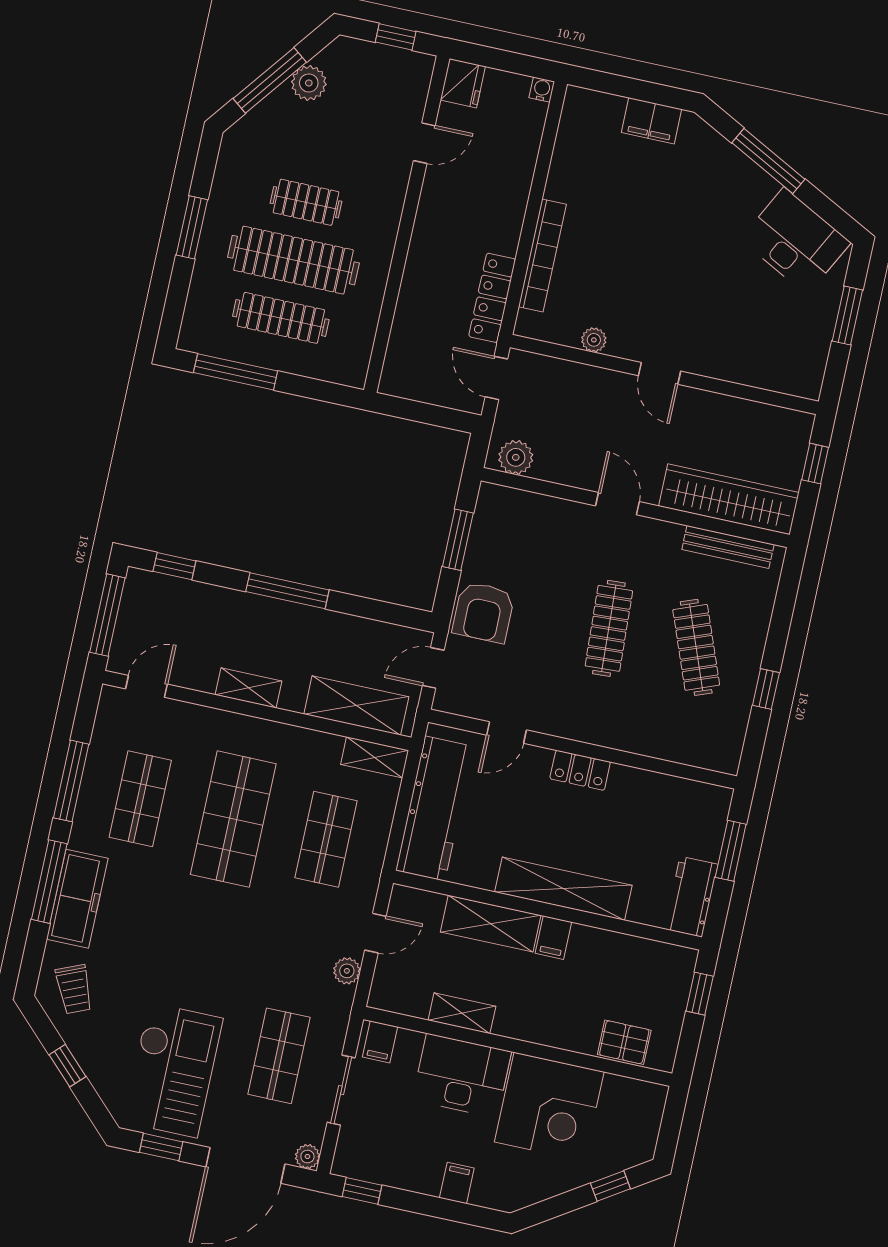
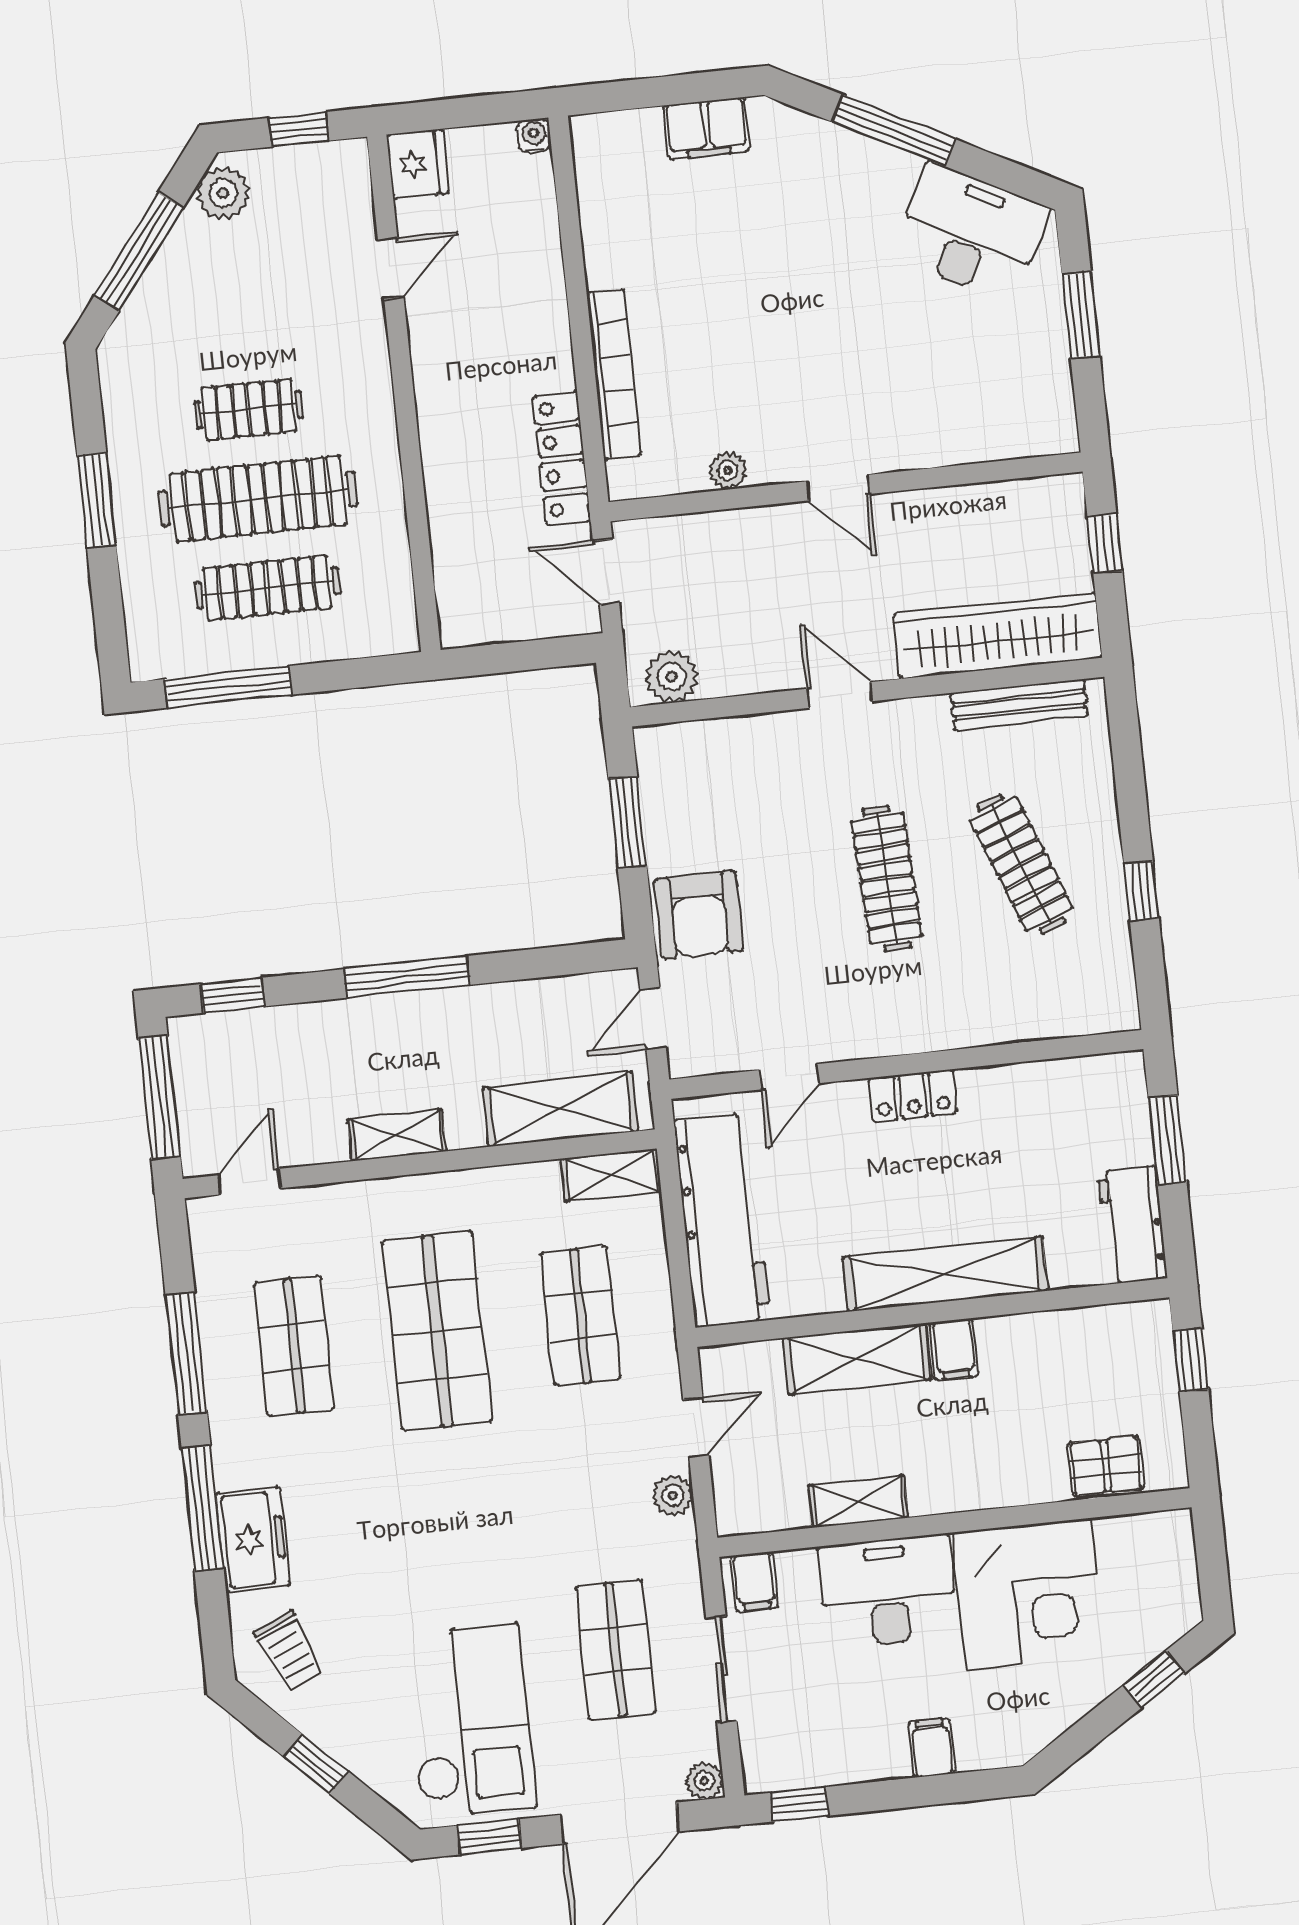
plant: (309, 83) -> (223, 193), moved
freezer: (77, 899) -> (253, 1540), width x0.71

